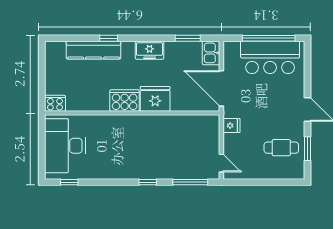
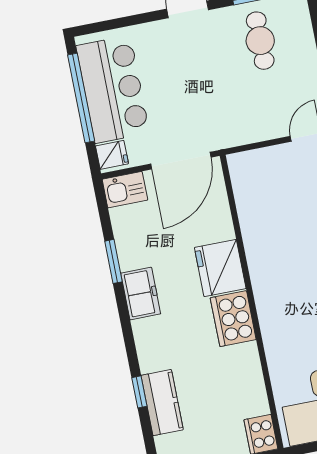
window: (109, 38) -> (139, 392), moved
window: (188, 38) -> (114, 261), moved
kitchen counter: (93, 50) -> (162, 403), width x0.67
fridge: (231, 125) -> (112, 155), moved, turned 90

